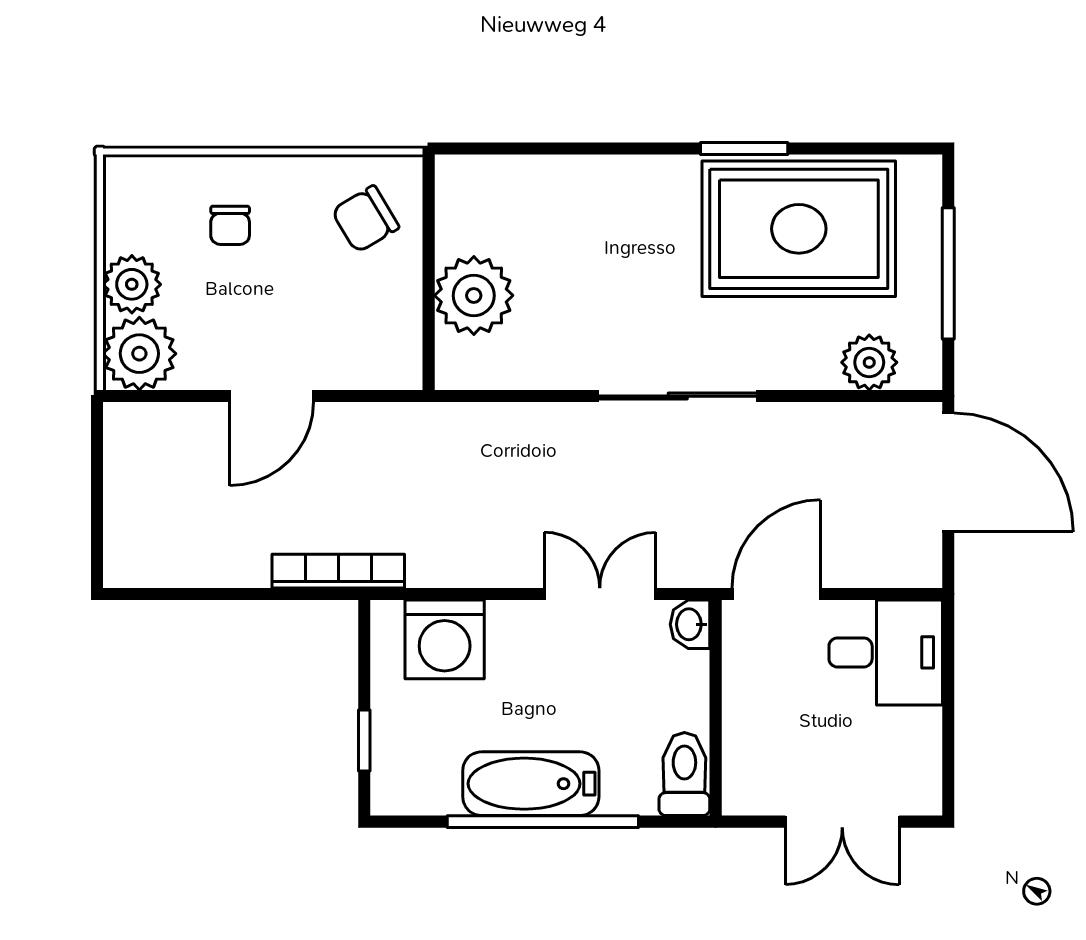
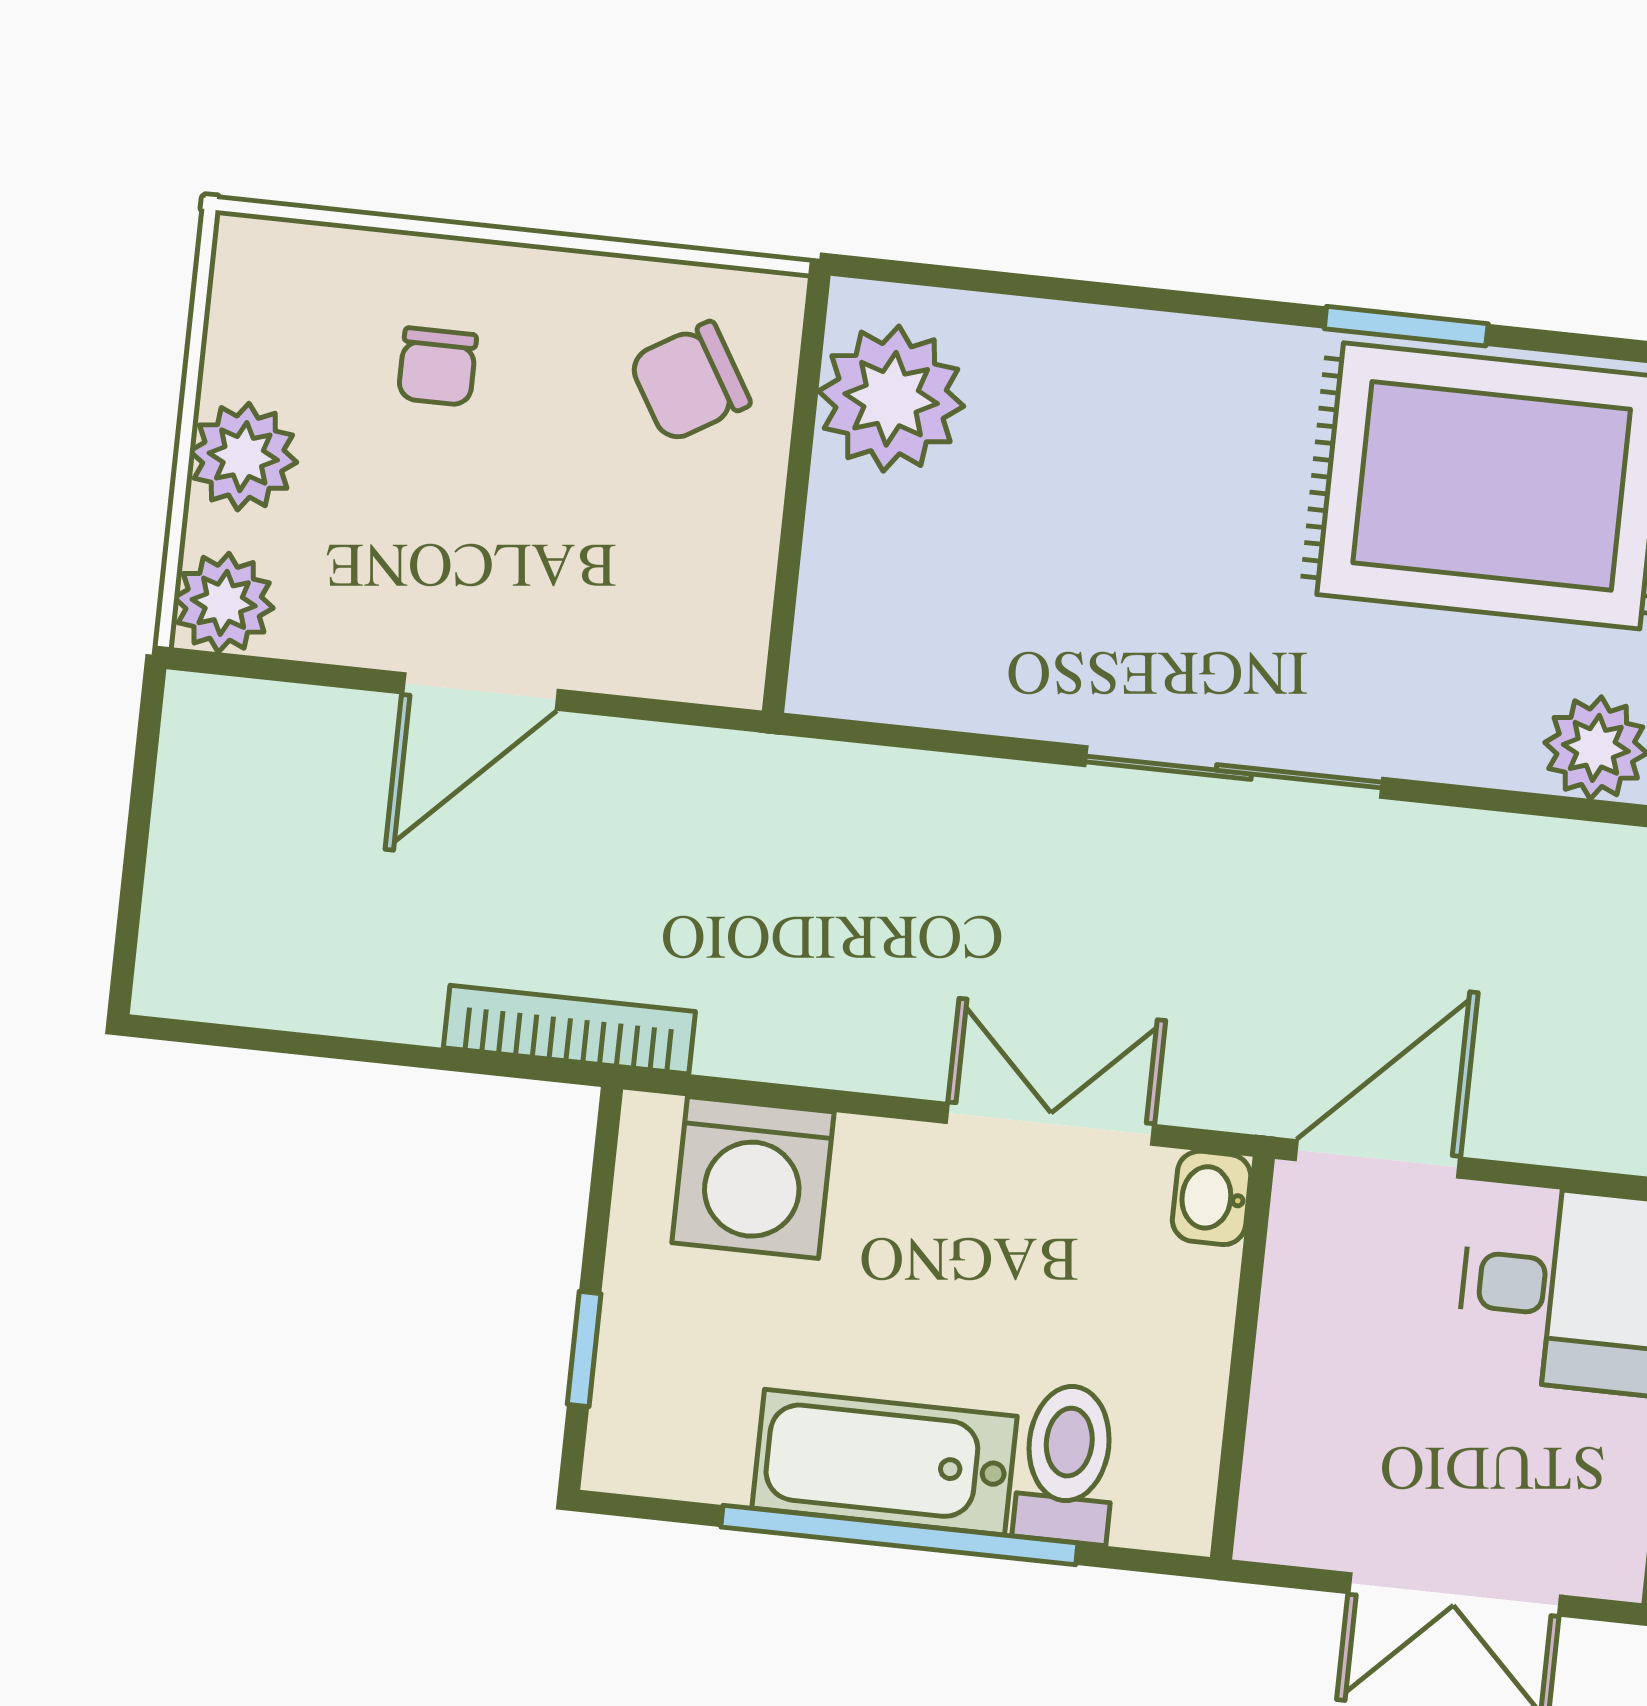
plant: (474, 295) -> (891, 399), moved
plant: (139, 354) -> (224, 603), width x0.73, depth x0.73
toilet: (684, 774) -> (1067, 1464), moved

